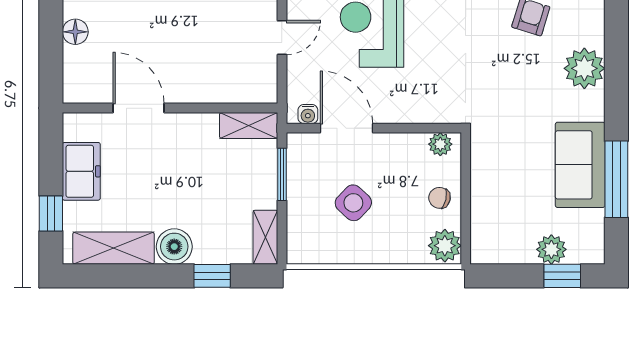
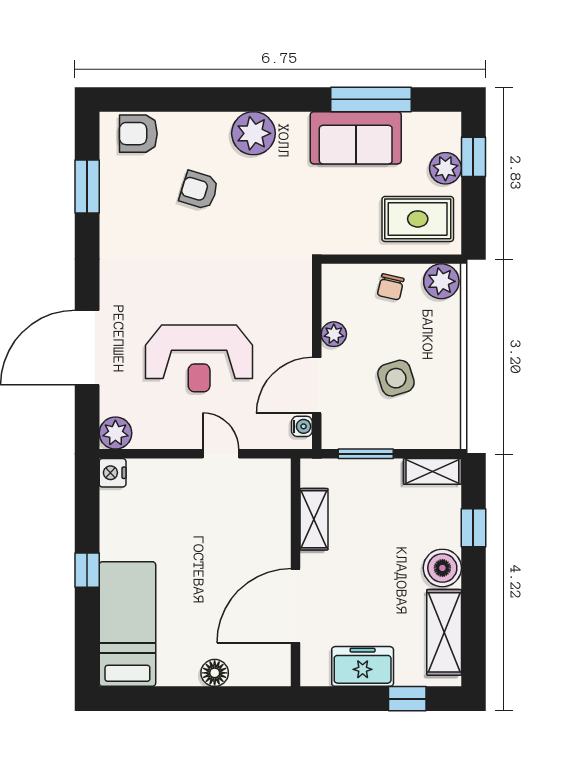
door: (139, 108) -> (295, 606), width x1.36
shelving: (249, 125) -> (314, 519), moved
plant: (440, 144) -> (334, 334), moved
side table: (353, 203) -> (396, 378), turned 30
rug: (504, 223) -> (418, 219), added

